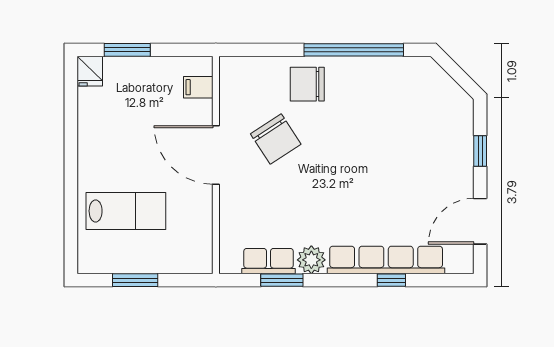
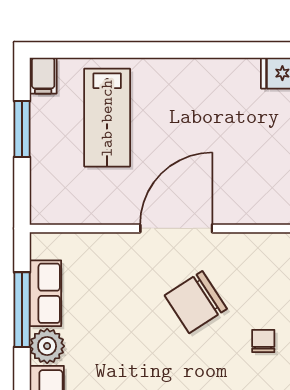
chair: (307, 84) -> (263, 341), width x0.54, depth x0.54
filing cabinet: (198, 87) -> (43, 76), moved, turned 180
window: (282, 280) -> (22, 310), width x1.44

